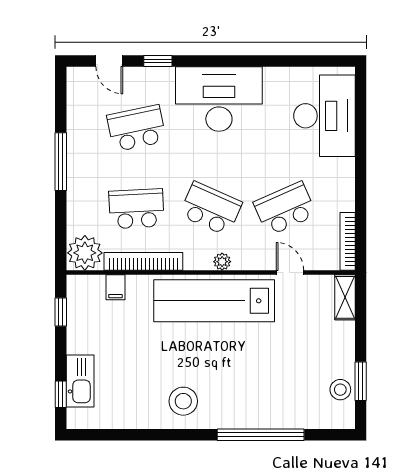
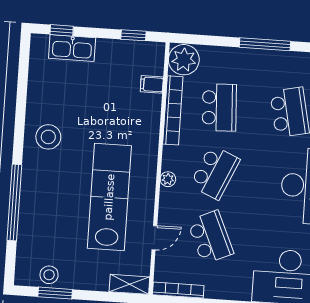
lab bench: (214, 301) -> (109, 197), moved

